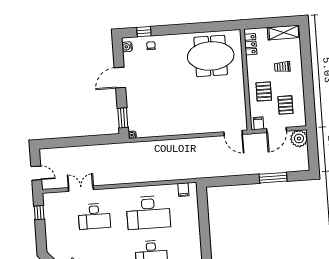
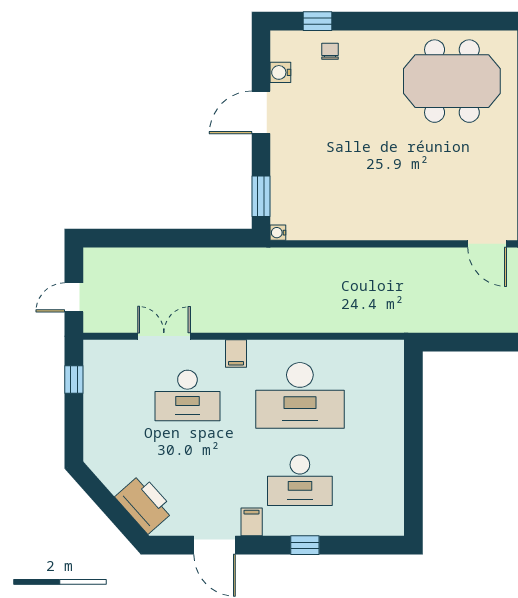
water cooler: (127, 47) -> (280, 72), moved
door: (36, 173) -> (74, 297), swing flipped
filing cabinet: (183, 190) -> (236, 354), moved

